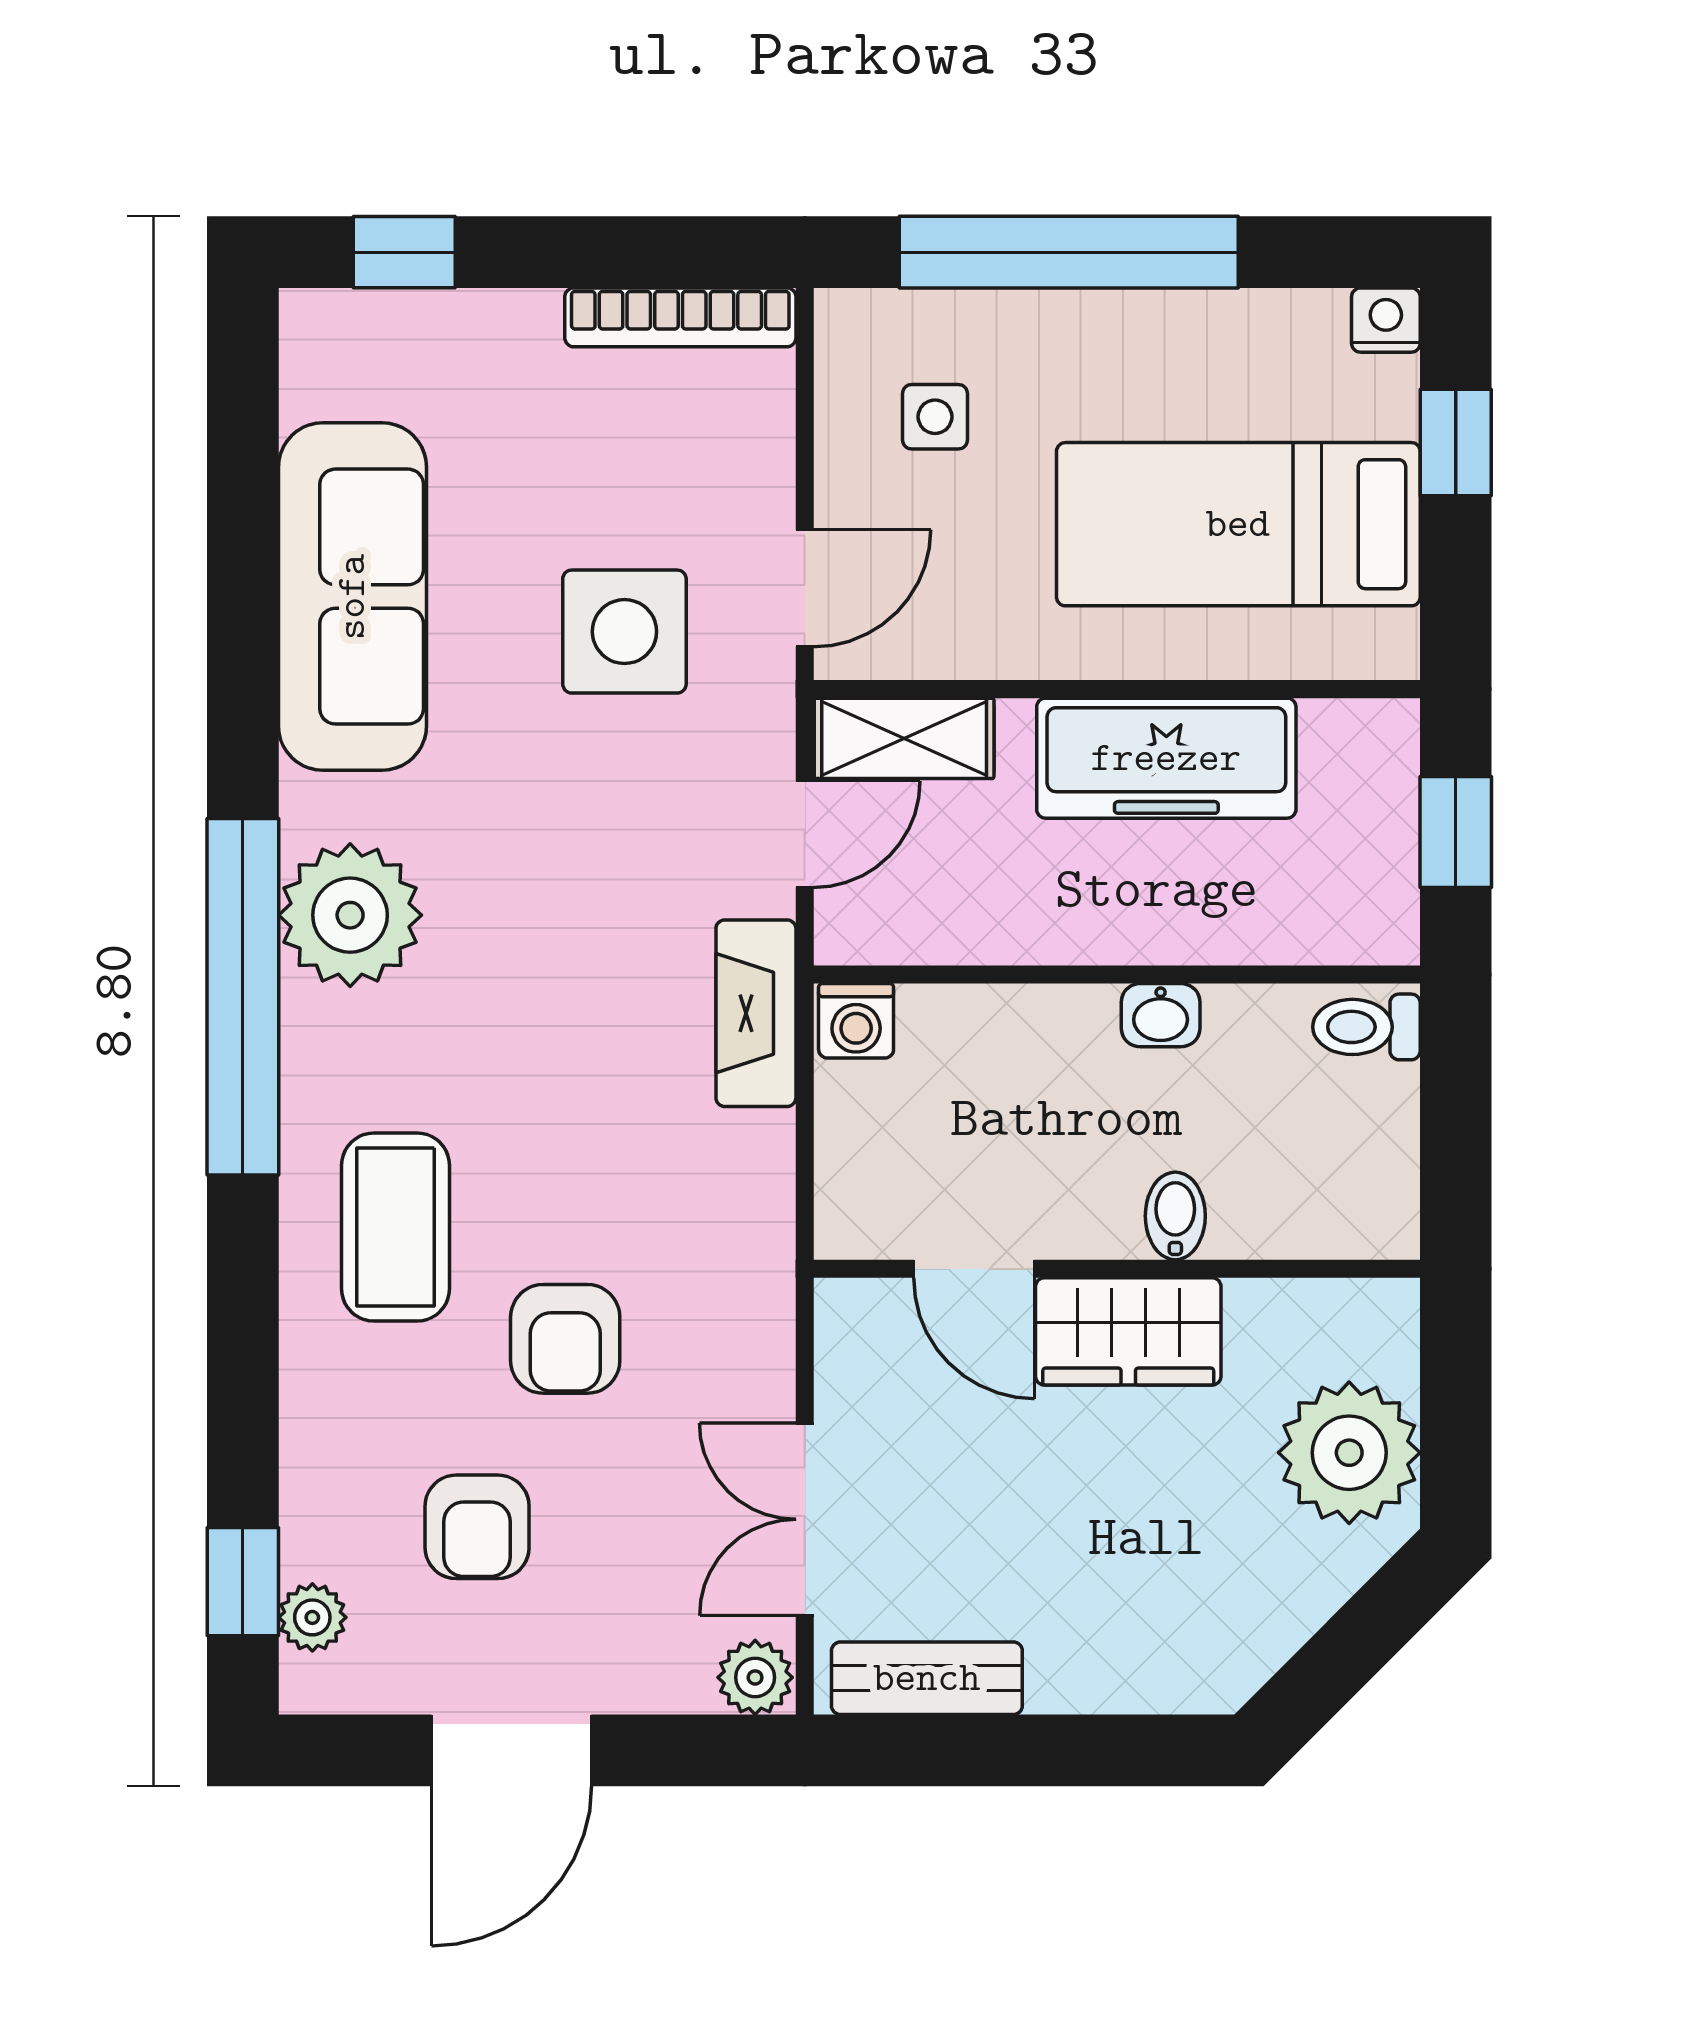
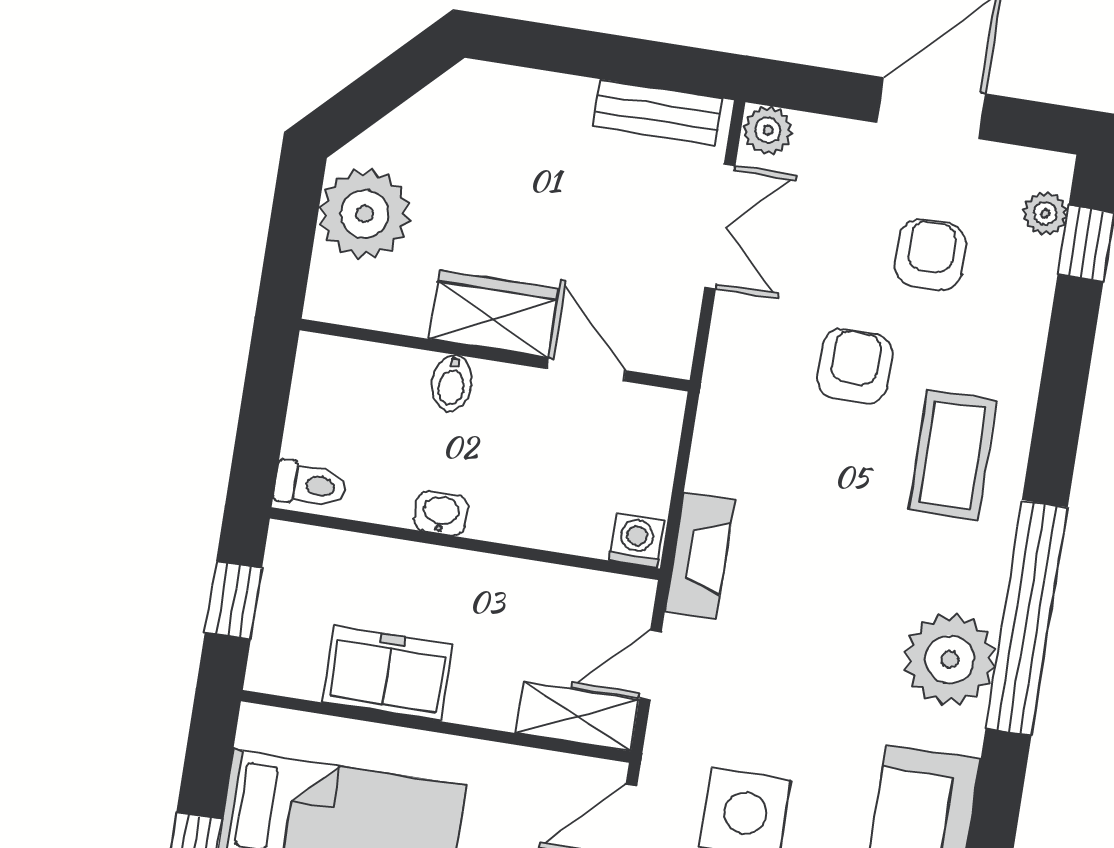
freezer: (1166, 758) -> (387, 673), width x0.71

